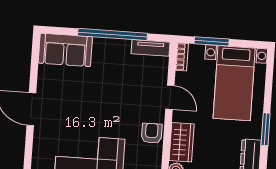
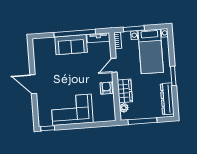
sofa: (65, 50) -> (71, 45), moved
door: (170, 97) -> (114, 65), swing flipped

